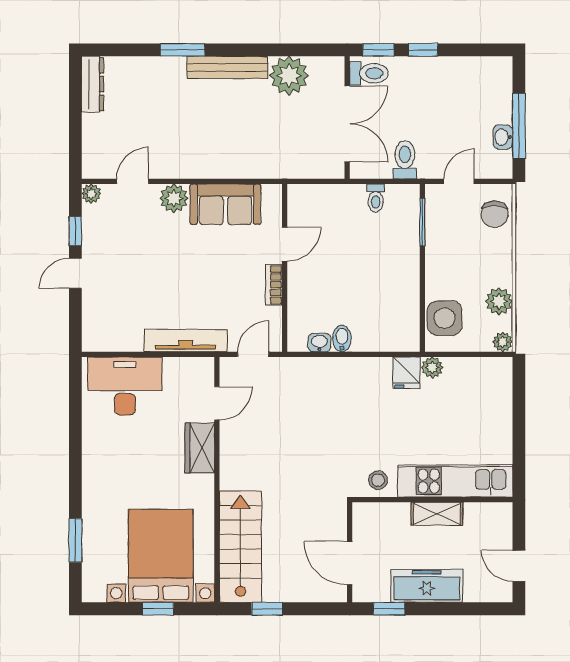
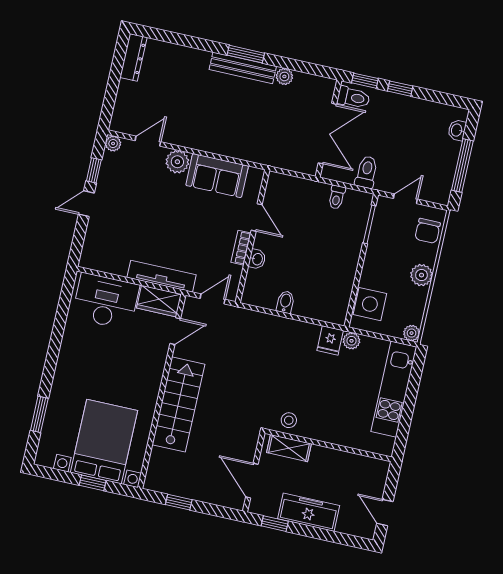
window: (183, 50) -> (246, 54), moved
plant: (289, 76) -> (284, 76), width x0.53, depth x0.53
washbasin: (503, 137) -> (457, 130), moved
door: (285, 244) -> (257, 217), hinge flipped
plant: (499, 301) -> (421, 275), moved
washbasin: (319, 343) -> (257, 259), moved, turned 90
wardrobe: (200, 448) -> (159, 301), moved, turned -90
kitchen unit: (455, 481) -> (394, 389), moved, turned -90
shelving: (437, 514) -> (289, 448), moved
stairs: (240, 547) -> (178, 404), moved

